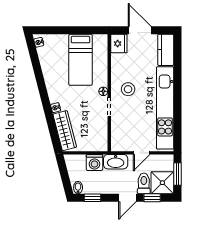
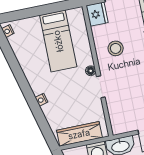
stool: (128, 89) -> (116, 48), moved
wardrobe: (65, 131) -> (79, 134), moved, turned -76

